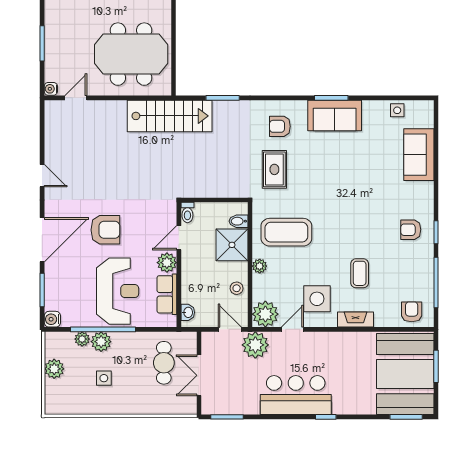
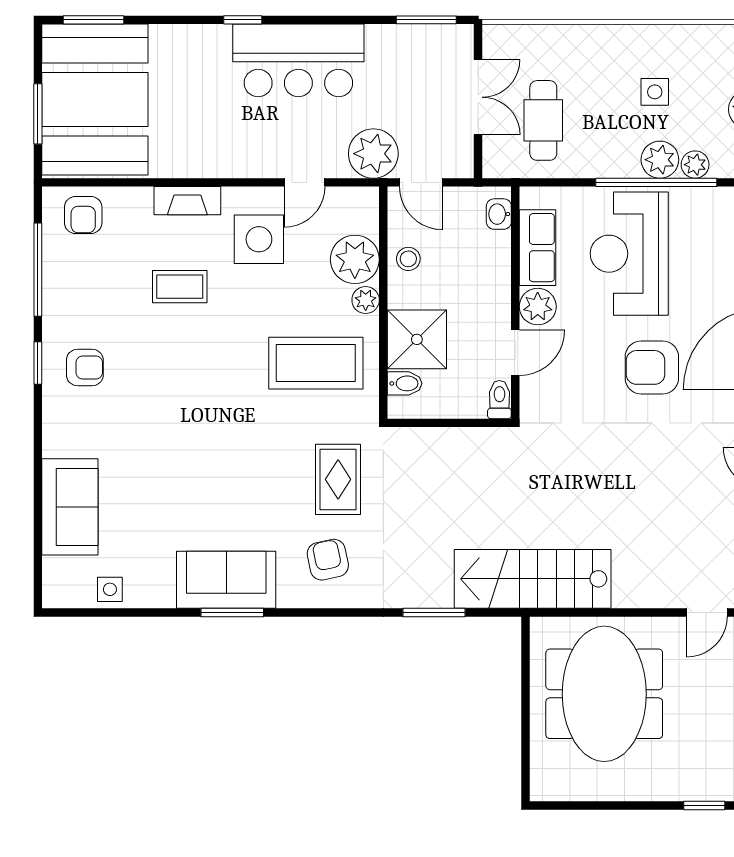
meeting table: (131, 54) -> (604, 694), turned 90
armchair: (280, 126) -> (328, 560), turned -102
coffee table: (360, 273) -> (180, 287), turned 90
plant: (265, 314) -> (355, 259), moved

